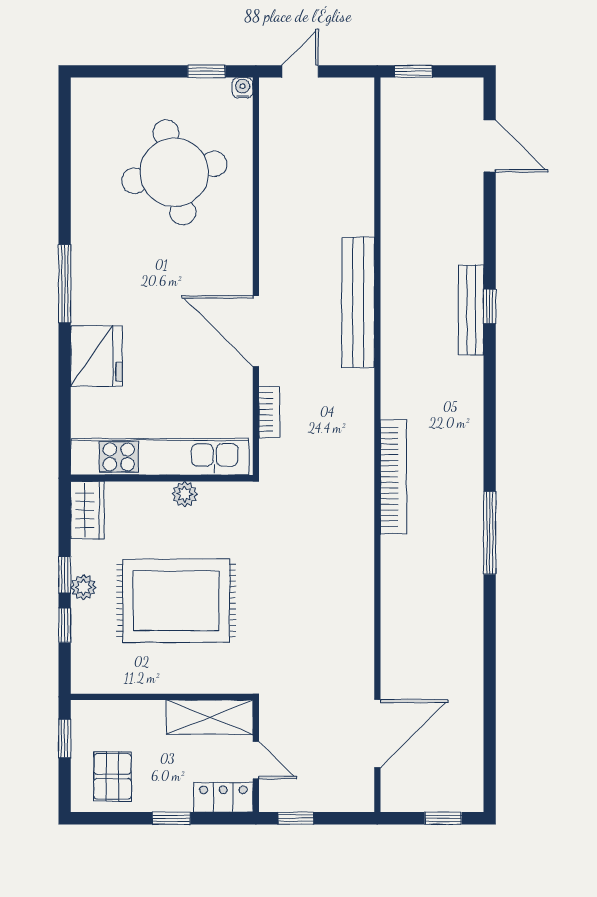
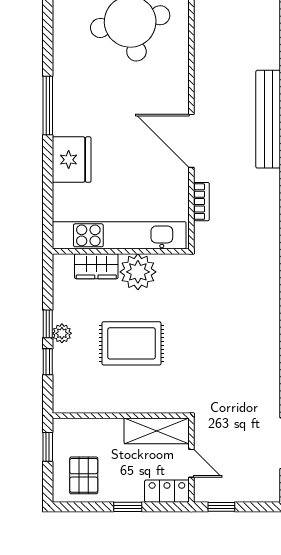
plant: (185, 494) -> (138, 272), width x1.87, depth x1.87
wardrobe: (87, 510) -> (96, 266), moved, turned 90
rug: (176, 601) -> (132, 343), width x0.73, depth x0.69

